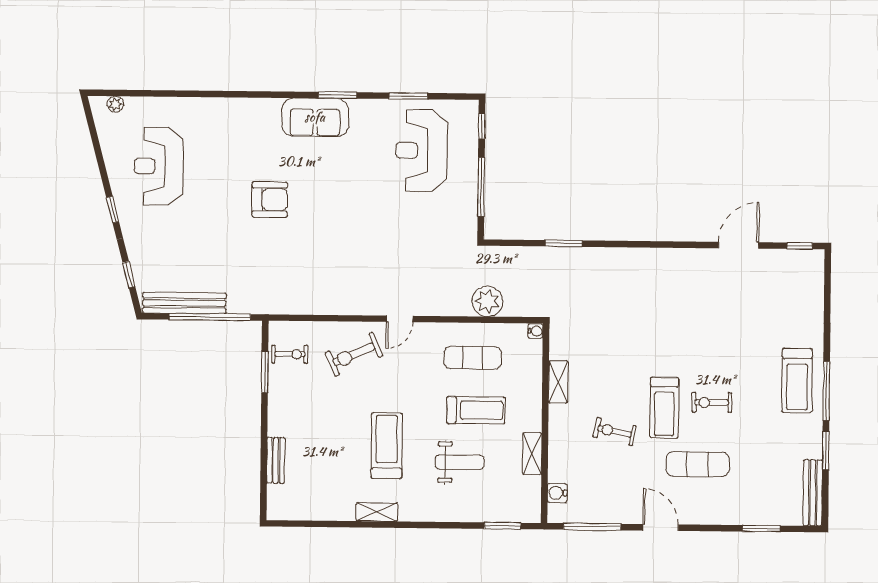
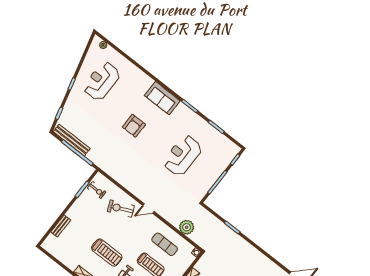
sofa: (315, 117) -> (162, 98), moved
reception desk: (421, 150) -> (182, 155), moved
armchair: (270, 200) -> (134, 126), turned 90
treadmill: (387, 446) -> (107, 253), turned 90

